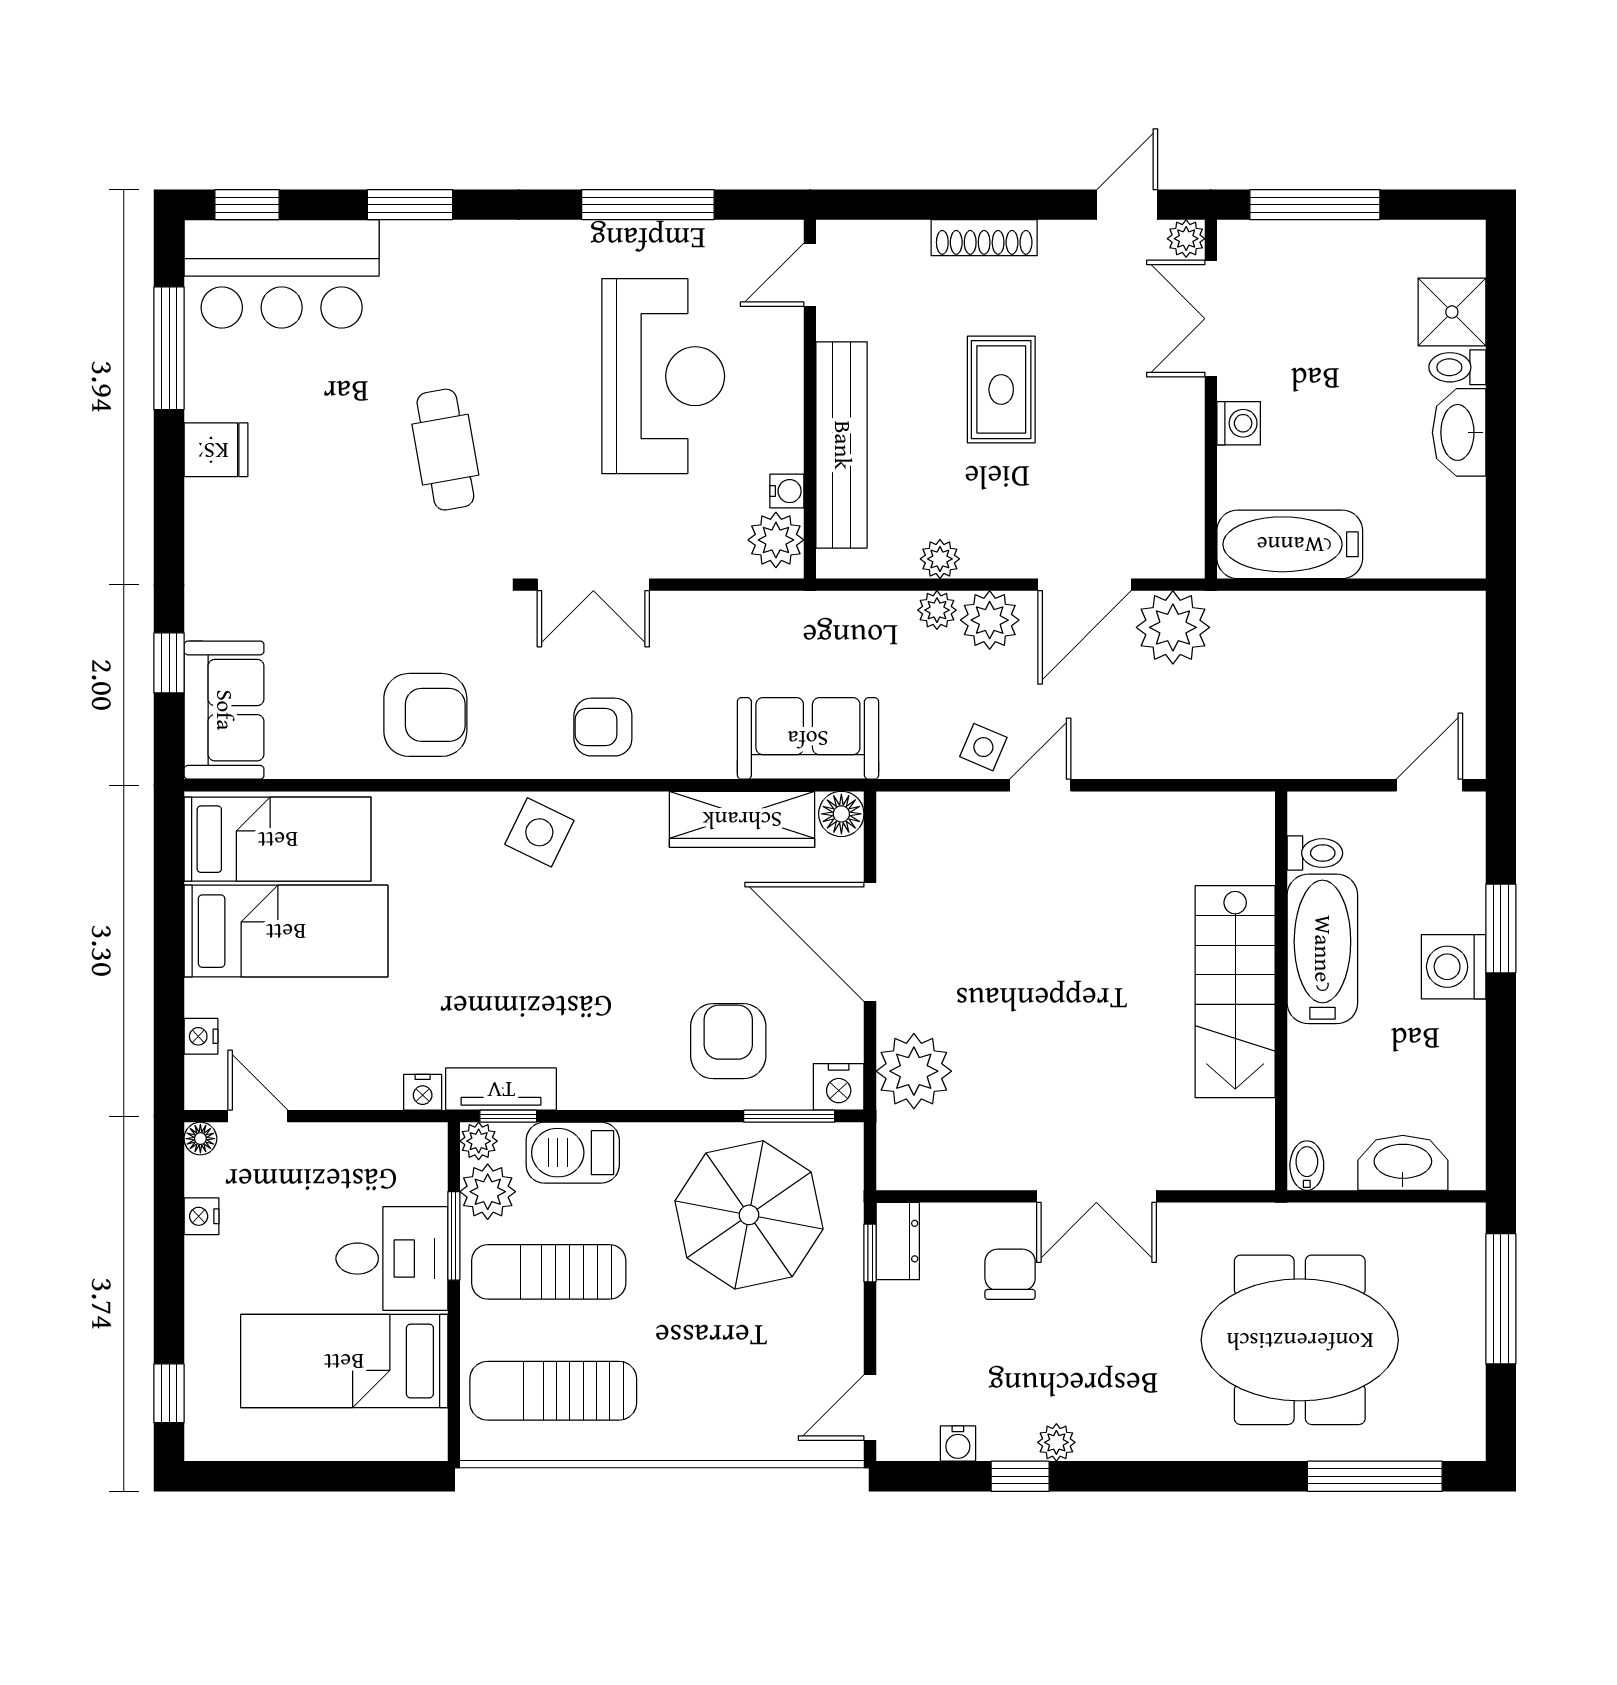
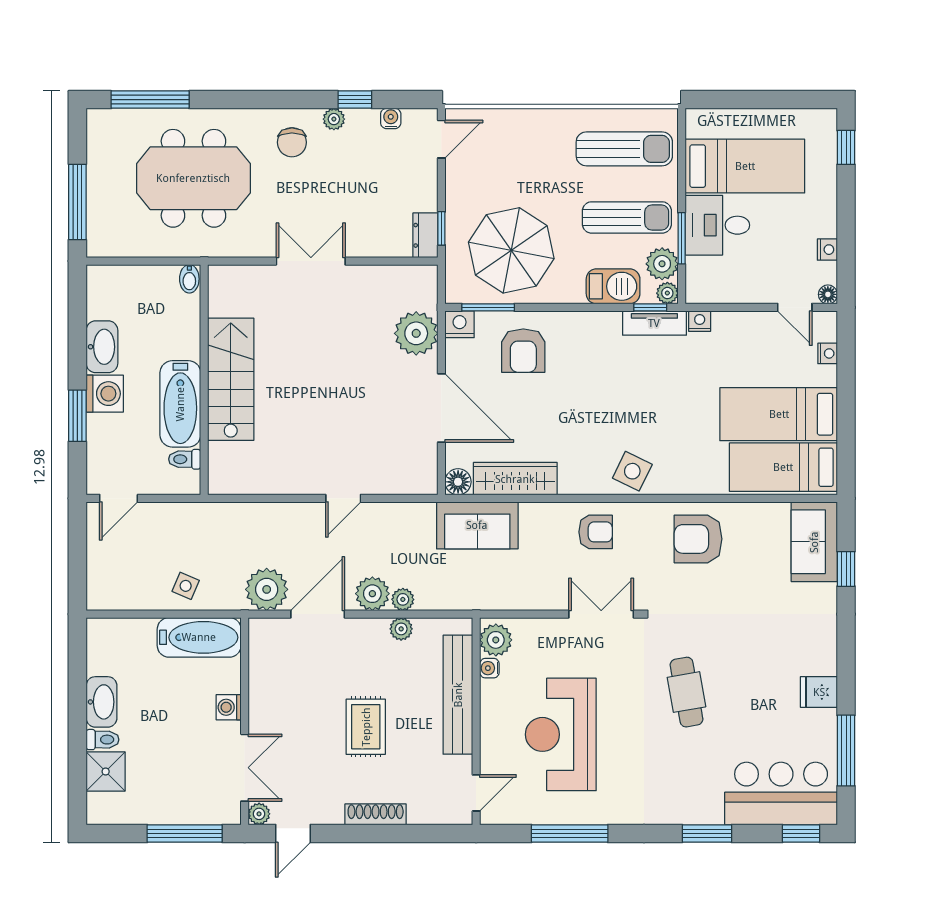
side table: (983, 747) -> (186, 586), moved
washbasin: (1403, 1163) -> (102, 347), moved, turned -90
chair: (1010, 1274) -> (292, 142), moved

